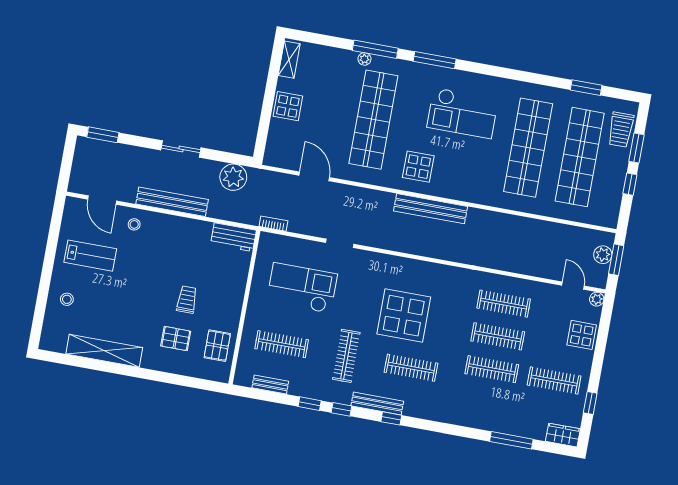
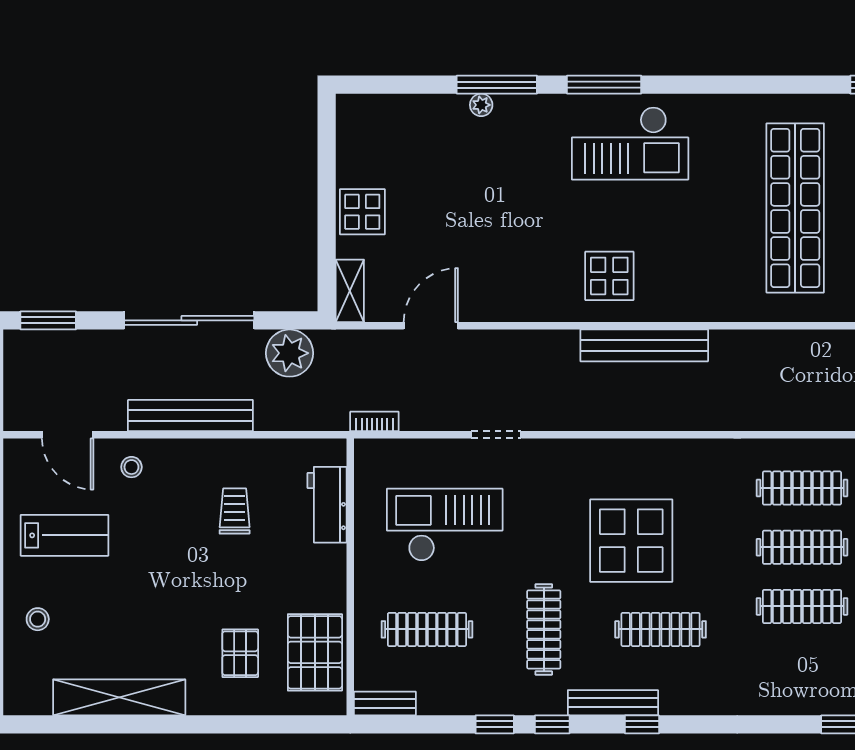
shelving: (289, 60) -> (350, 291), moved
checkout: (463, 113) -> (630, 143), moved
shop shelf: (373, 120) -> (516, 208), removed
sliding door: (181, 149) -> (189, 320), width x1.86
door: (314, 176) -> (431, 326), hinge flipped
workbench: (233, 237) -> (327, 505), moved, turned 90
trolley: (187, 299) -> (235, 511), moved
pallet: (176, 339) -> (240, 653), turned 90
pallet: (217, 346) -> (315, 652), width x1.50, depth x1.42
bench: (270, 384) -> (385, 703), moved

